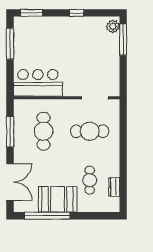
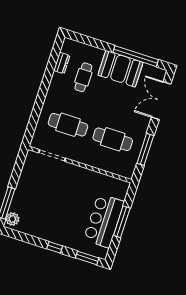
window: (77, 13) -> (55, 247), moved
window: (10, 44) -> (122, 222), moved
bar counter: (38, 83) -> (104, 221), moved, turned 90
cafe table: (43, 131) -> (113, 139), turned 90

